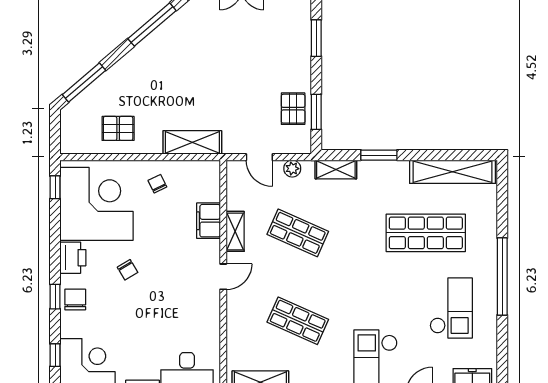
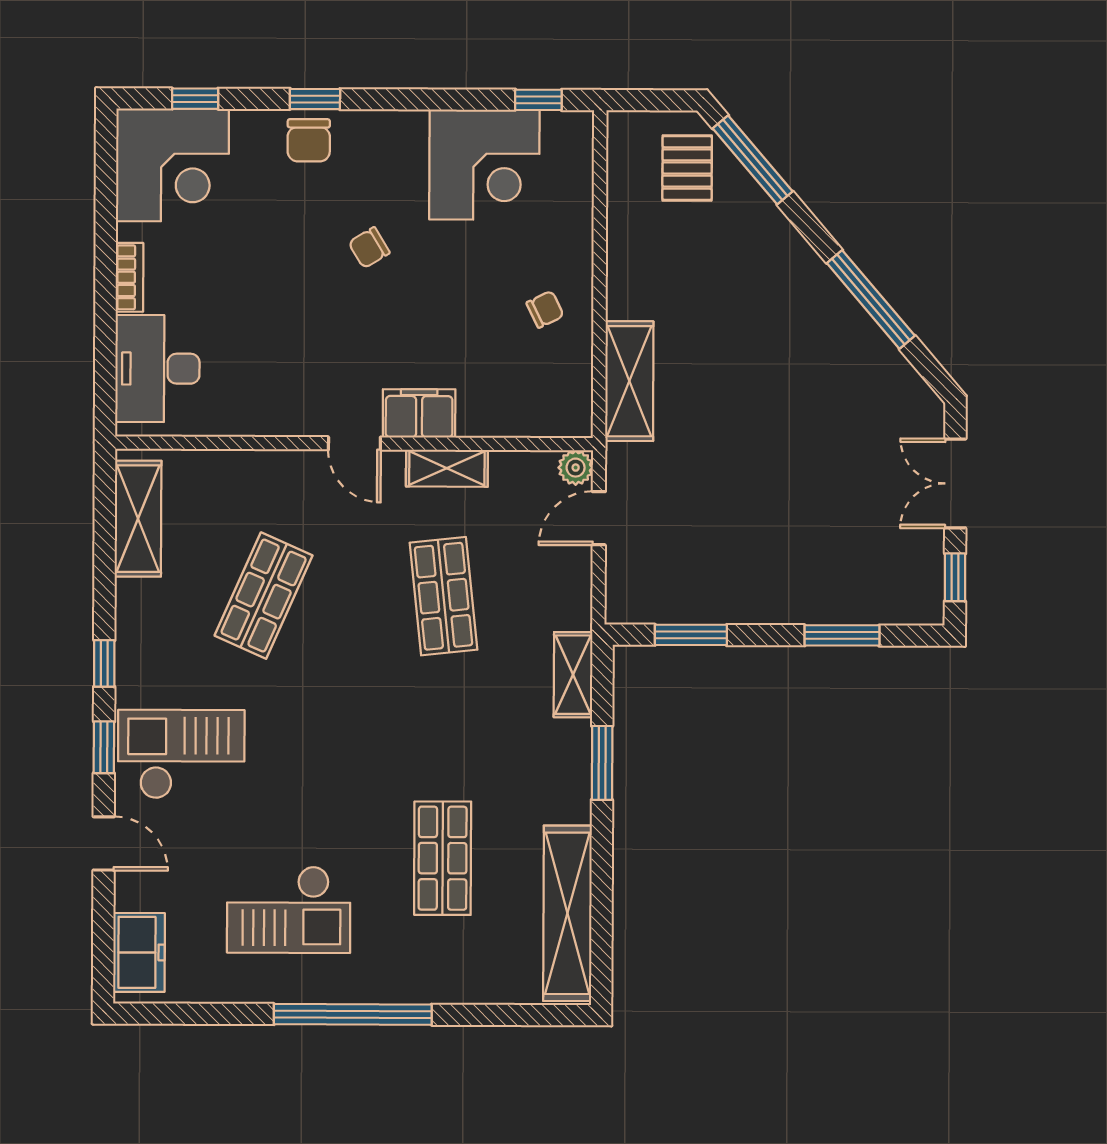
pallet: (293, 109) -> (698, 588), removed
pallet: (118, 128) -> (687, 168), moved
plant: (292, 169) -> (576, 468), moved
corner desk: (96, 204) -> (484, 165), width x0.74, depth x0.74
filing cabinet: (208, 221) -> (419, 413), moved
shop shelf: (298, 233) -> (444, 596), turned -30
shop shelf: (426, 233) -> (443, 858), width x0.70, depth x0.74
printer: (73, 258) -> (394, 136), removed
chair: (75, 300) -> (309, 140), turned 90

